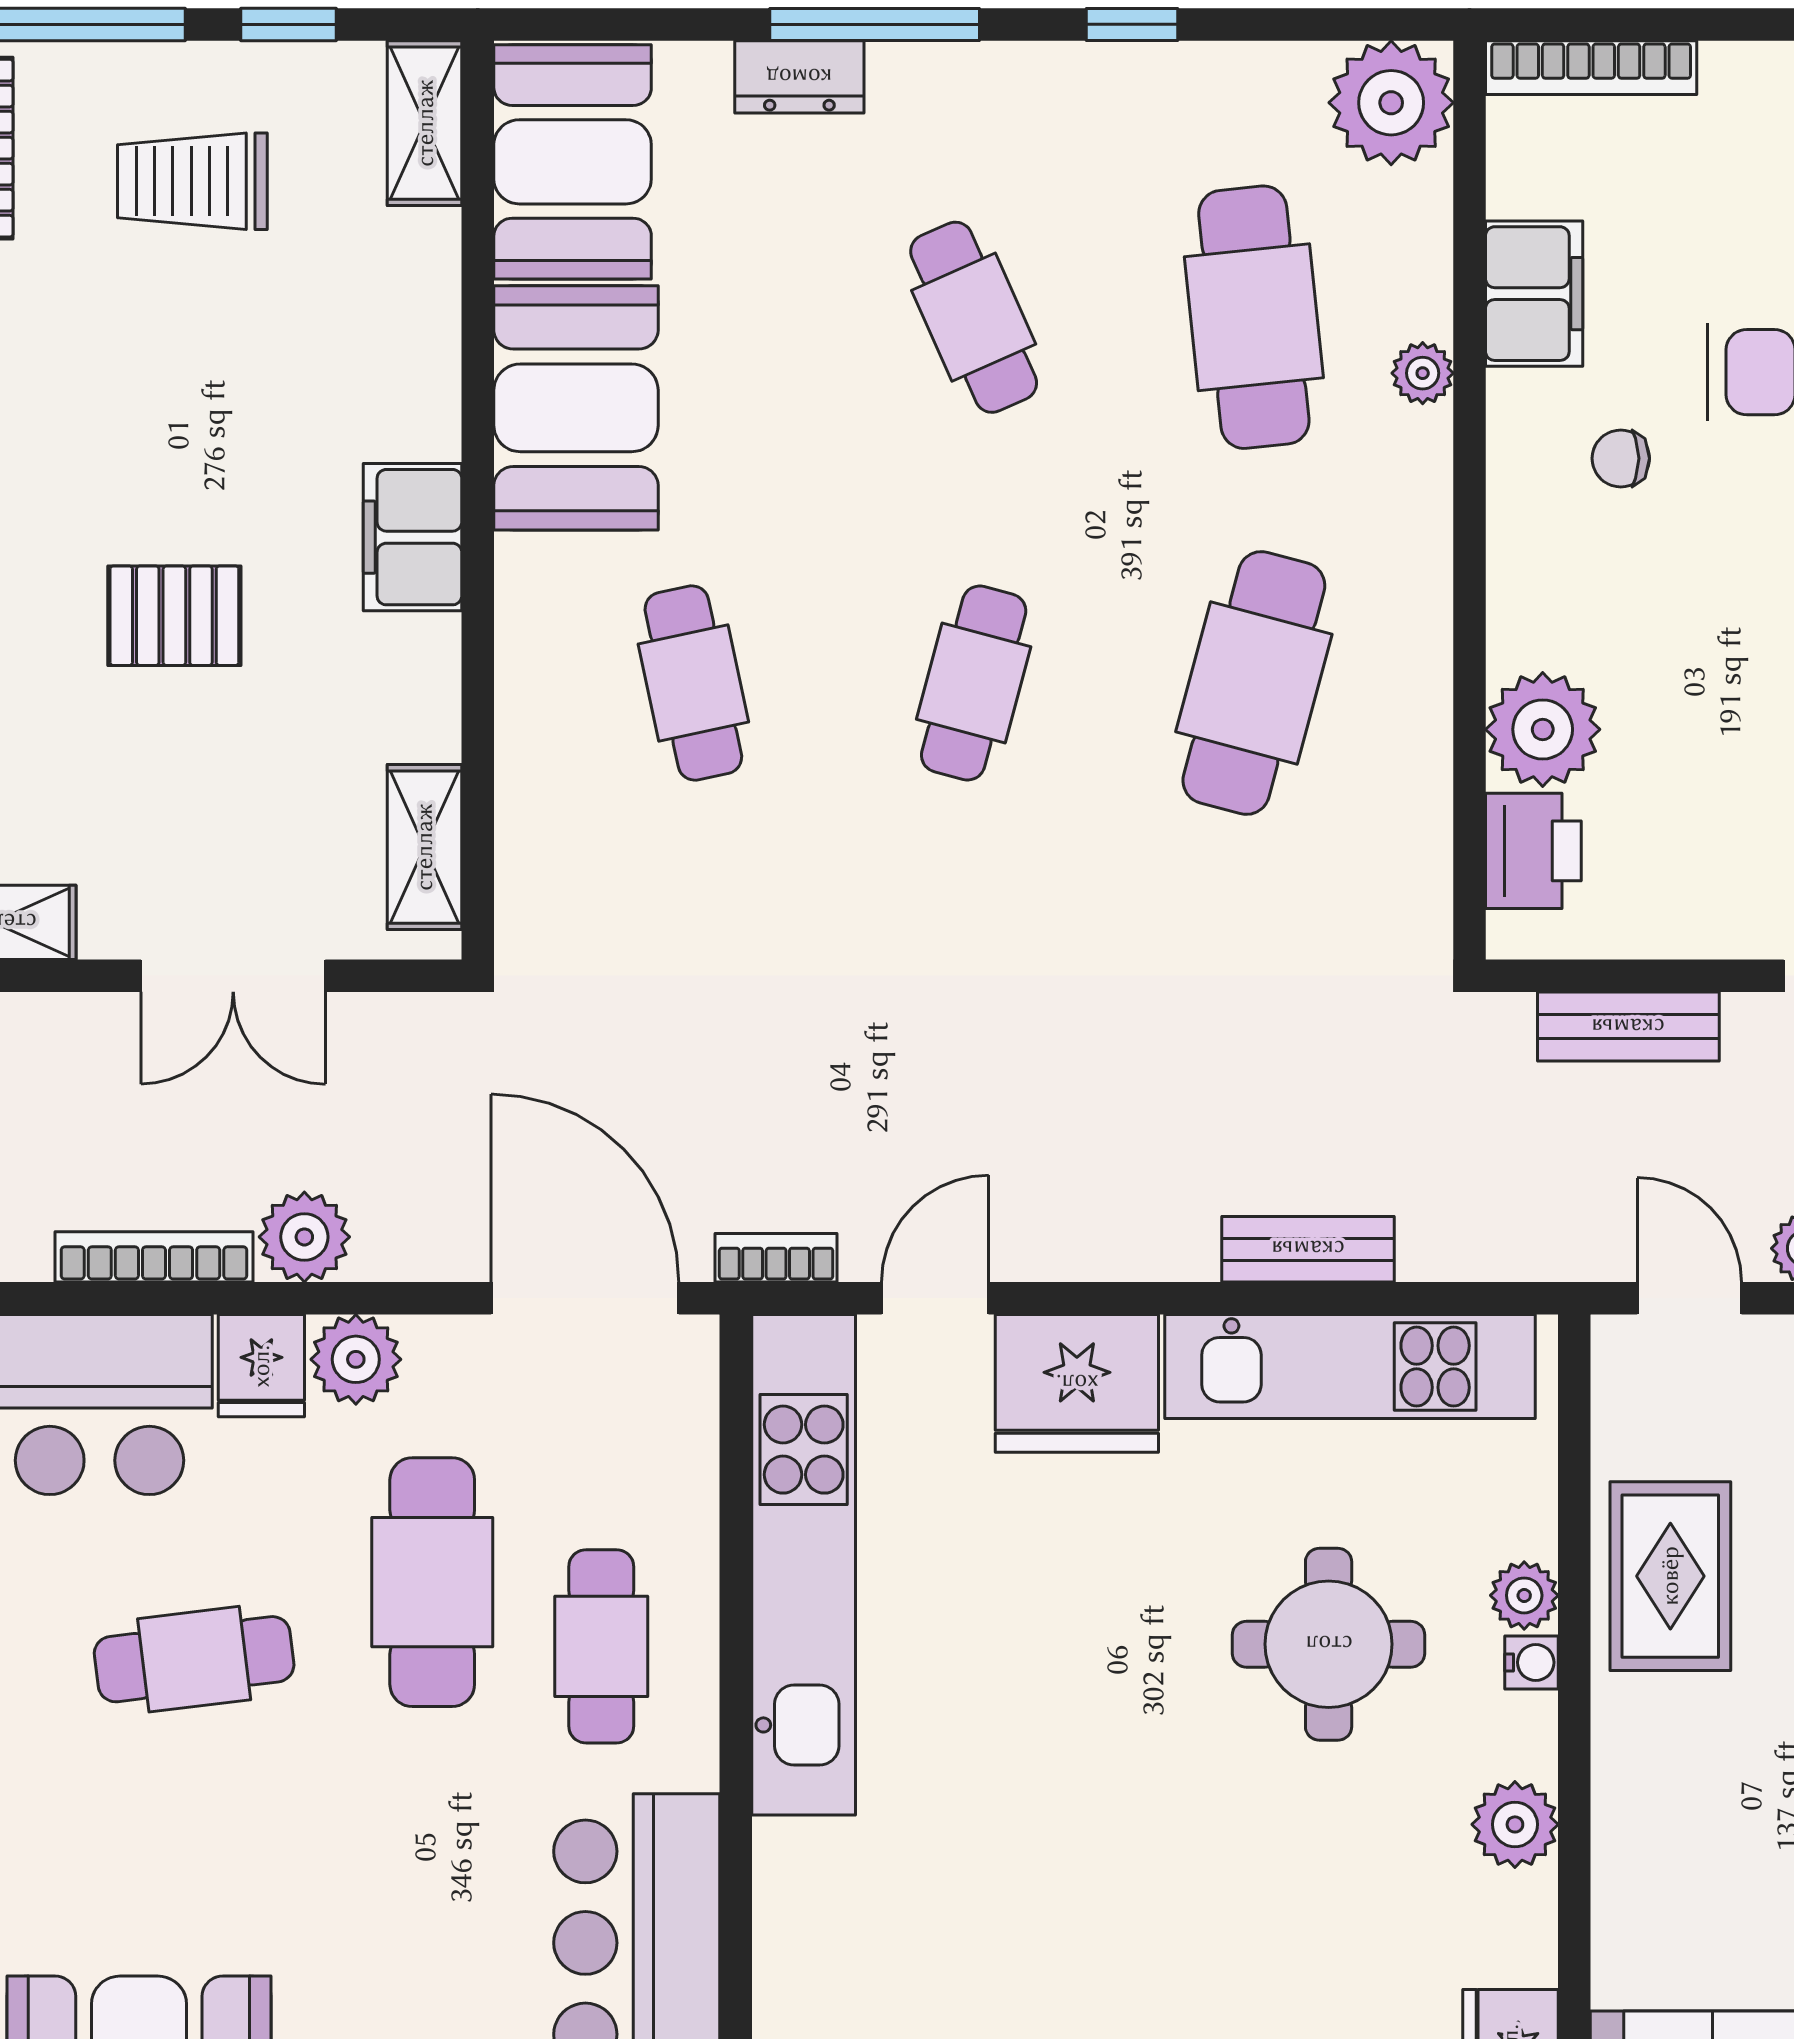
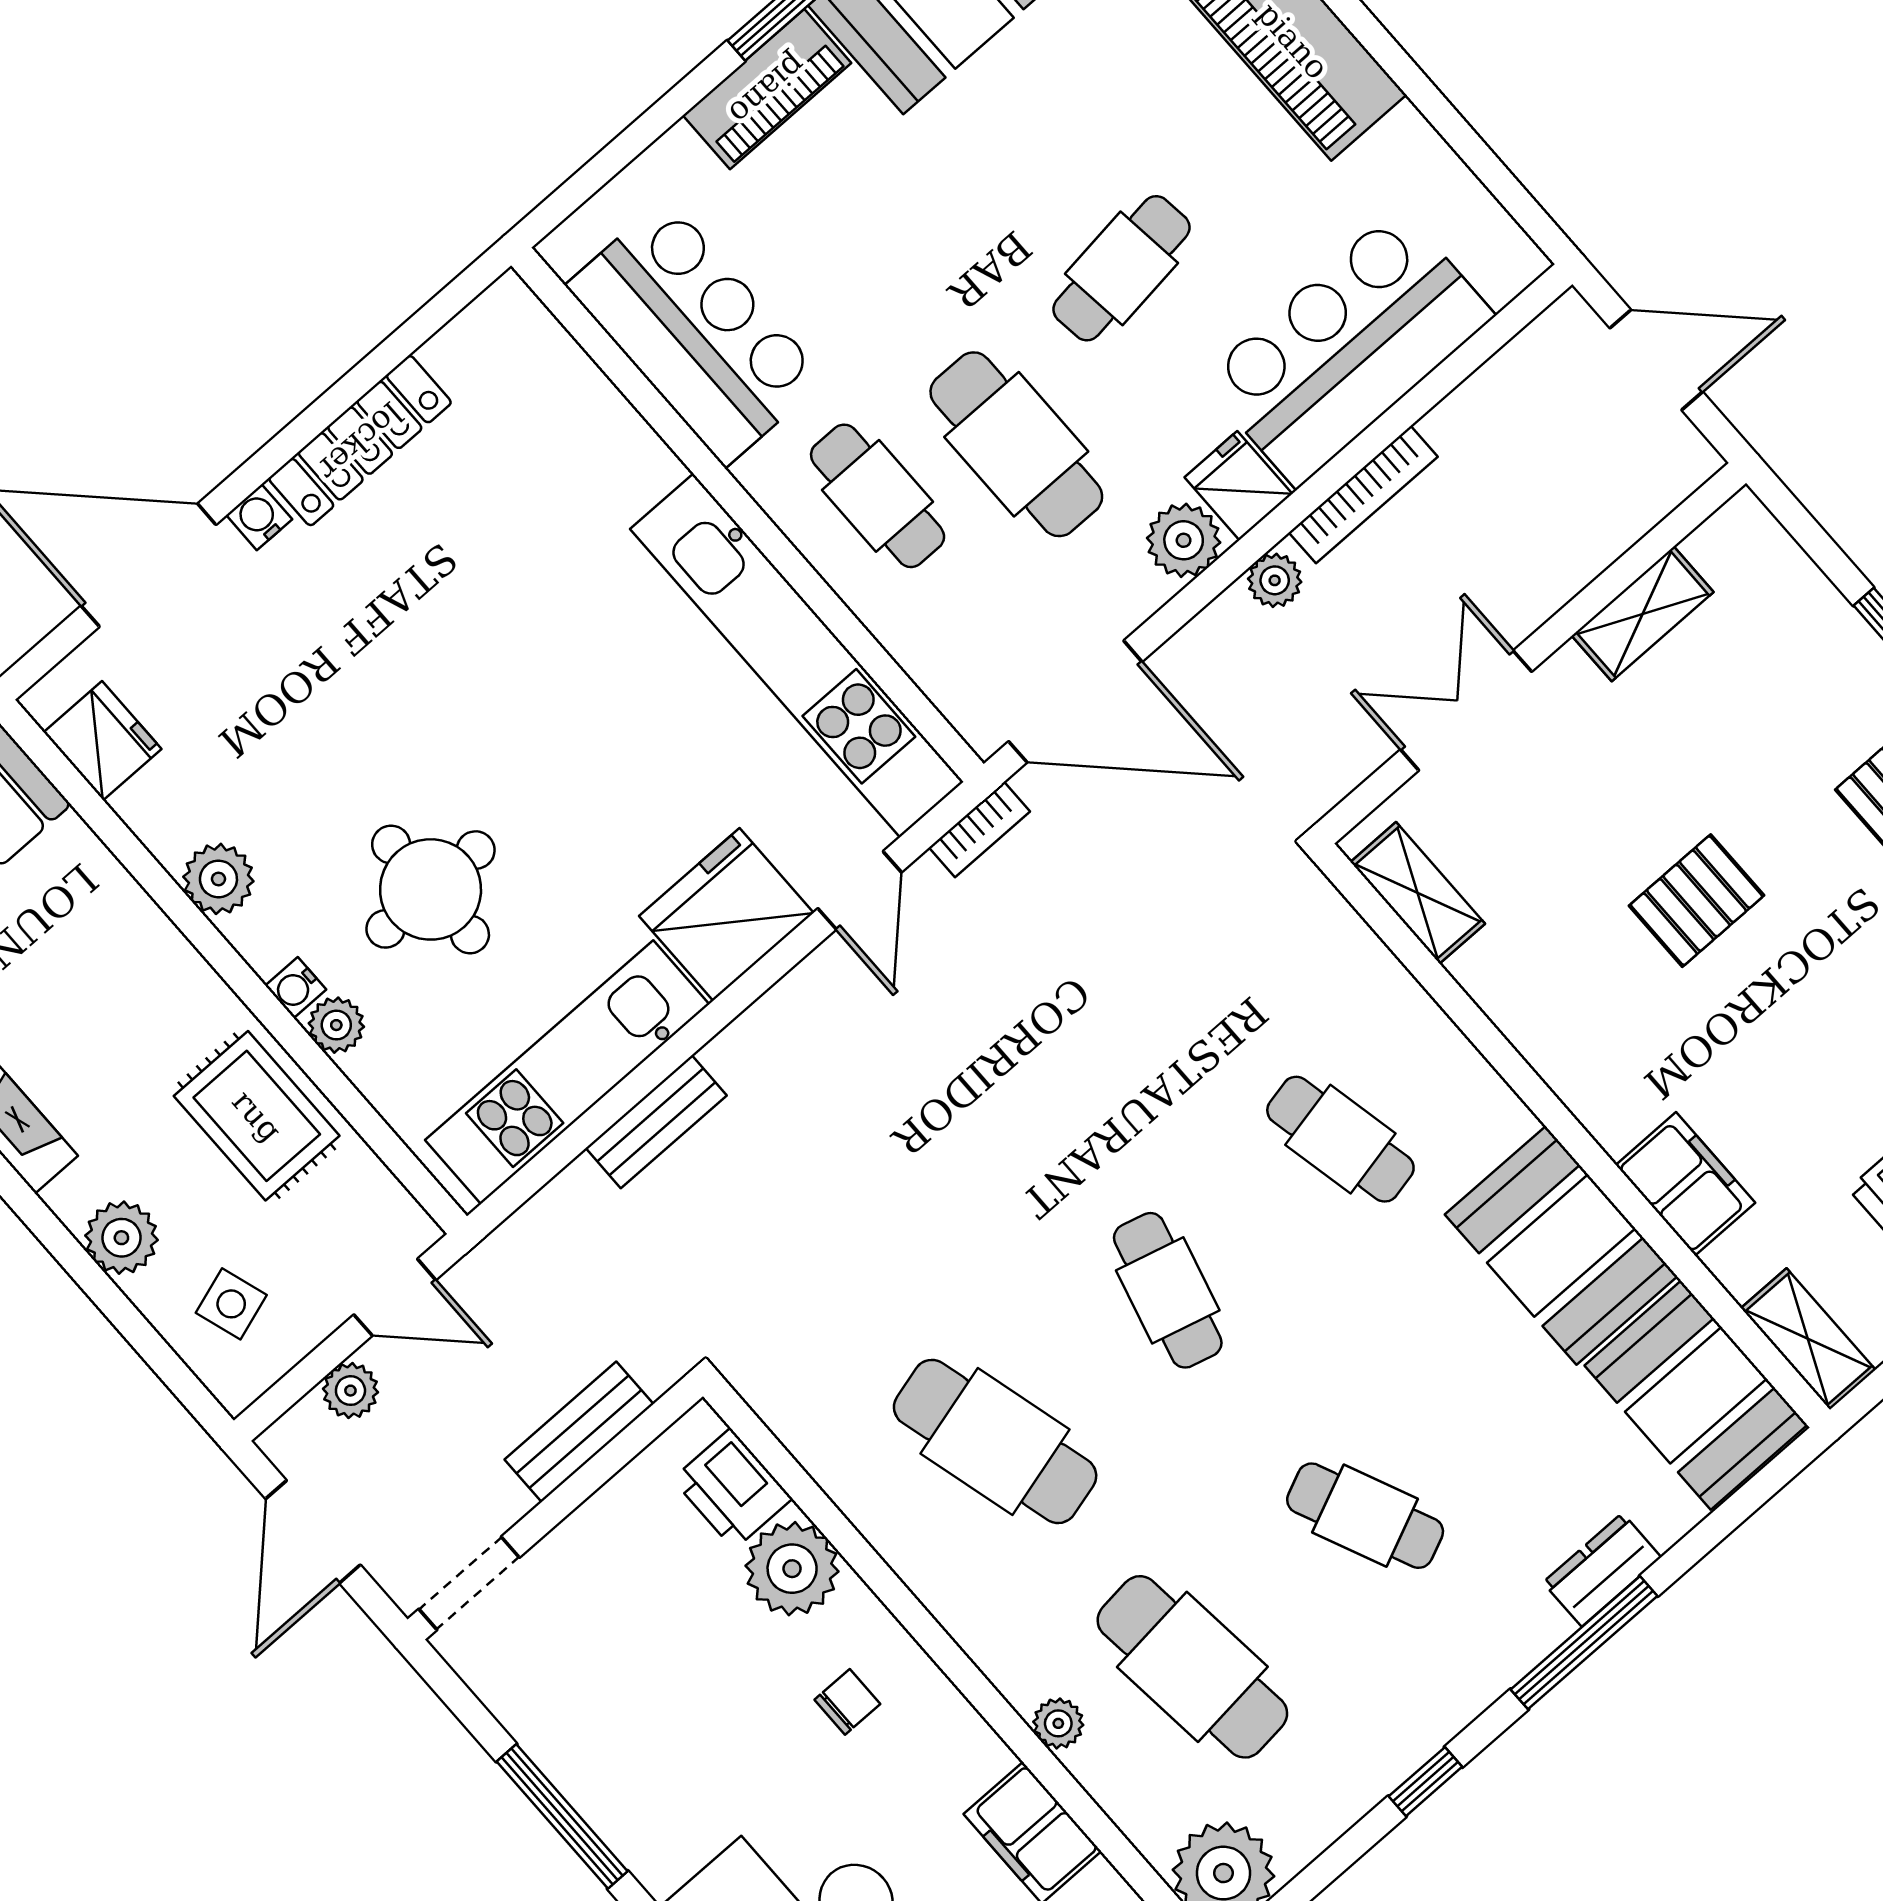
chair: (1621, 458) -> (847, 1702), moved
filing cabinet: (413, 537) -> (1685, 1184), moved
cafe table: (1254, 683) -> (995, 1441), turned -30
plant: (304, 1237) -> (1275, 580), width x0.73, depth x0.73

